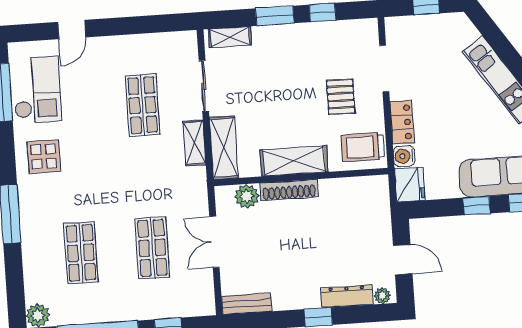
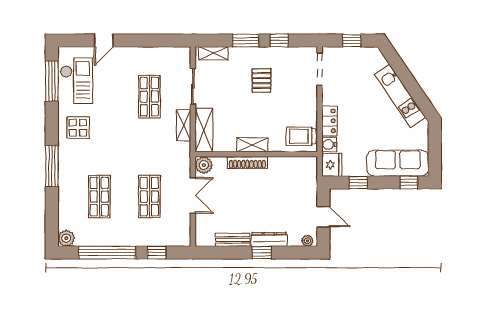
doorway: (384, 69) -> (320, 69), moved
pallet: (341, 97) -> (262, 81), moved
shelving: (294, 161) -> (252, 145), width x0.67, depth x0.75
plant: (247, 196) -> (204, 165), moved
window: (477, 206) -> (358, 182), moved
double door: (214, 242) -> (193, 195), swing flipped
dresser: (347, 296) -> (269, 239), moved
bench: (247, 304) -> (233, 240), moved

